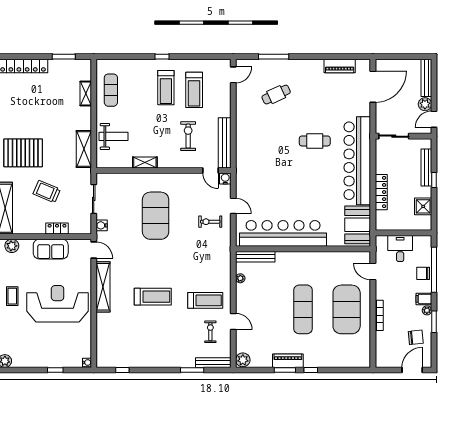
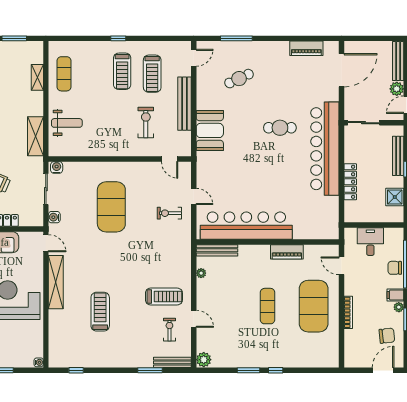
bench: (225, 143) -> (184, 104), moved
shelving: (145, 162) -> (100, 151), removed
water cooler: (225, 179) -> (57, 167), moved
booth: (358, 225) -> (210, 130), moved
treadmill: (153, 297) -> (100, 312), moved, turned -90
exercise mat: (303, 309) -> (268, 306), width x0.73, depth x0.69
piano: (288, 361) -> (287, 252), moved, turned 180

